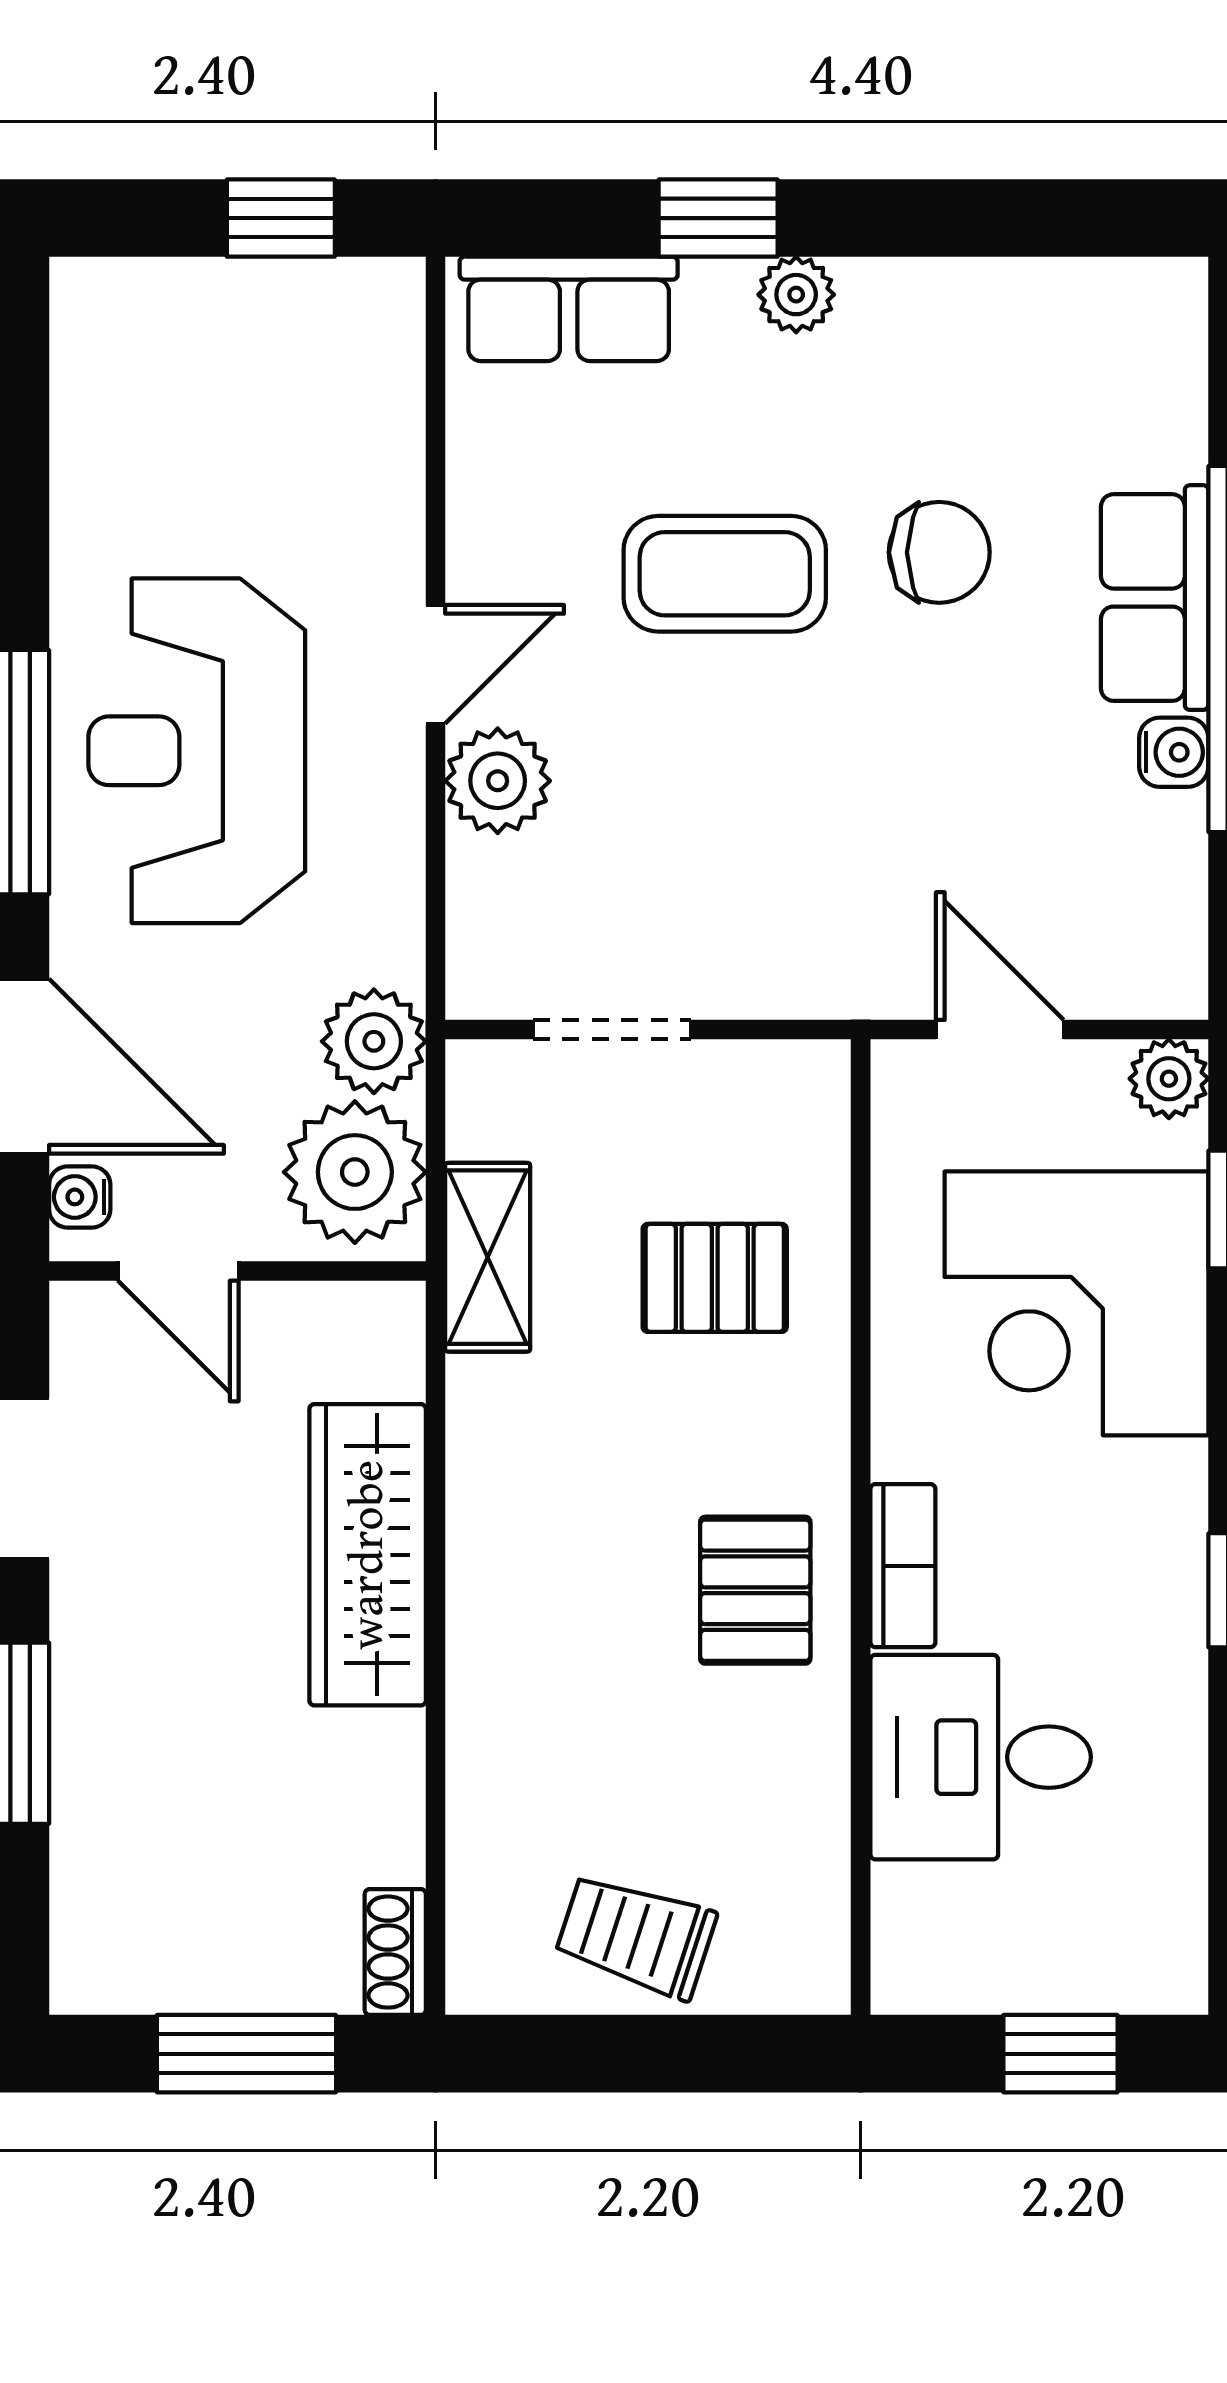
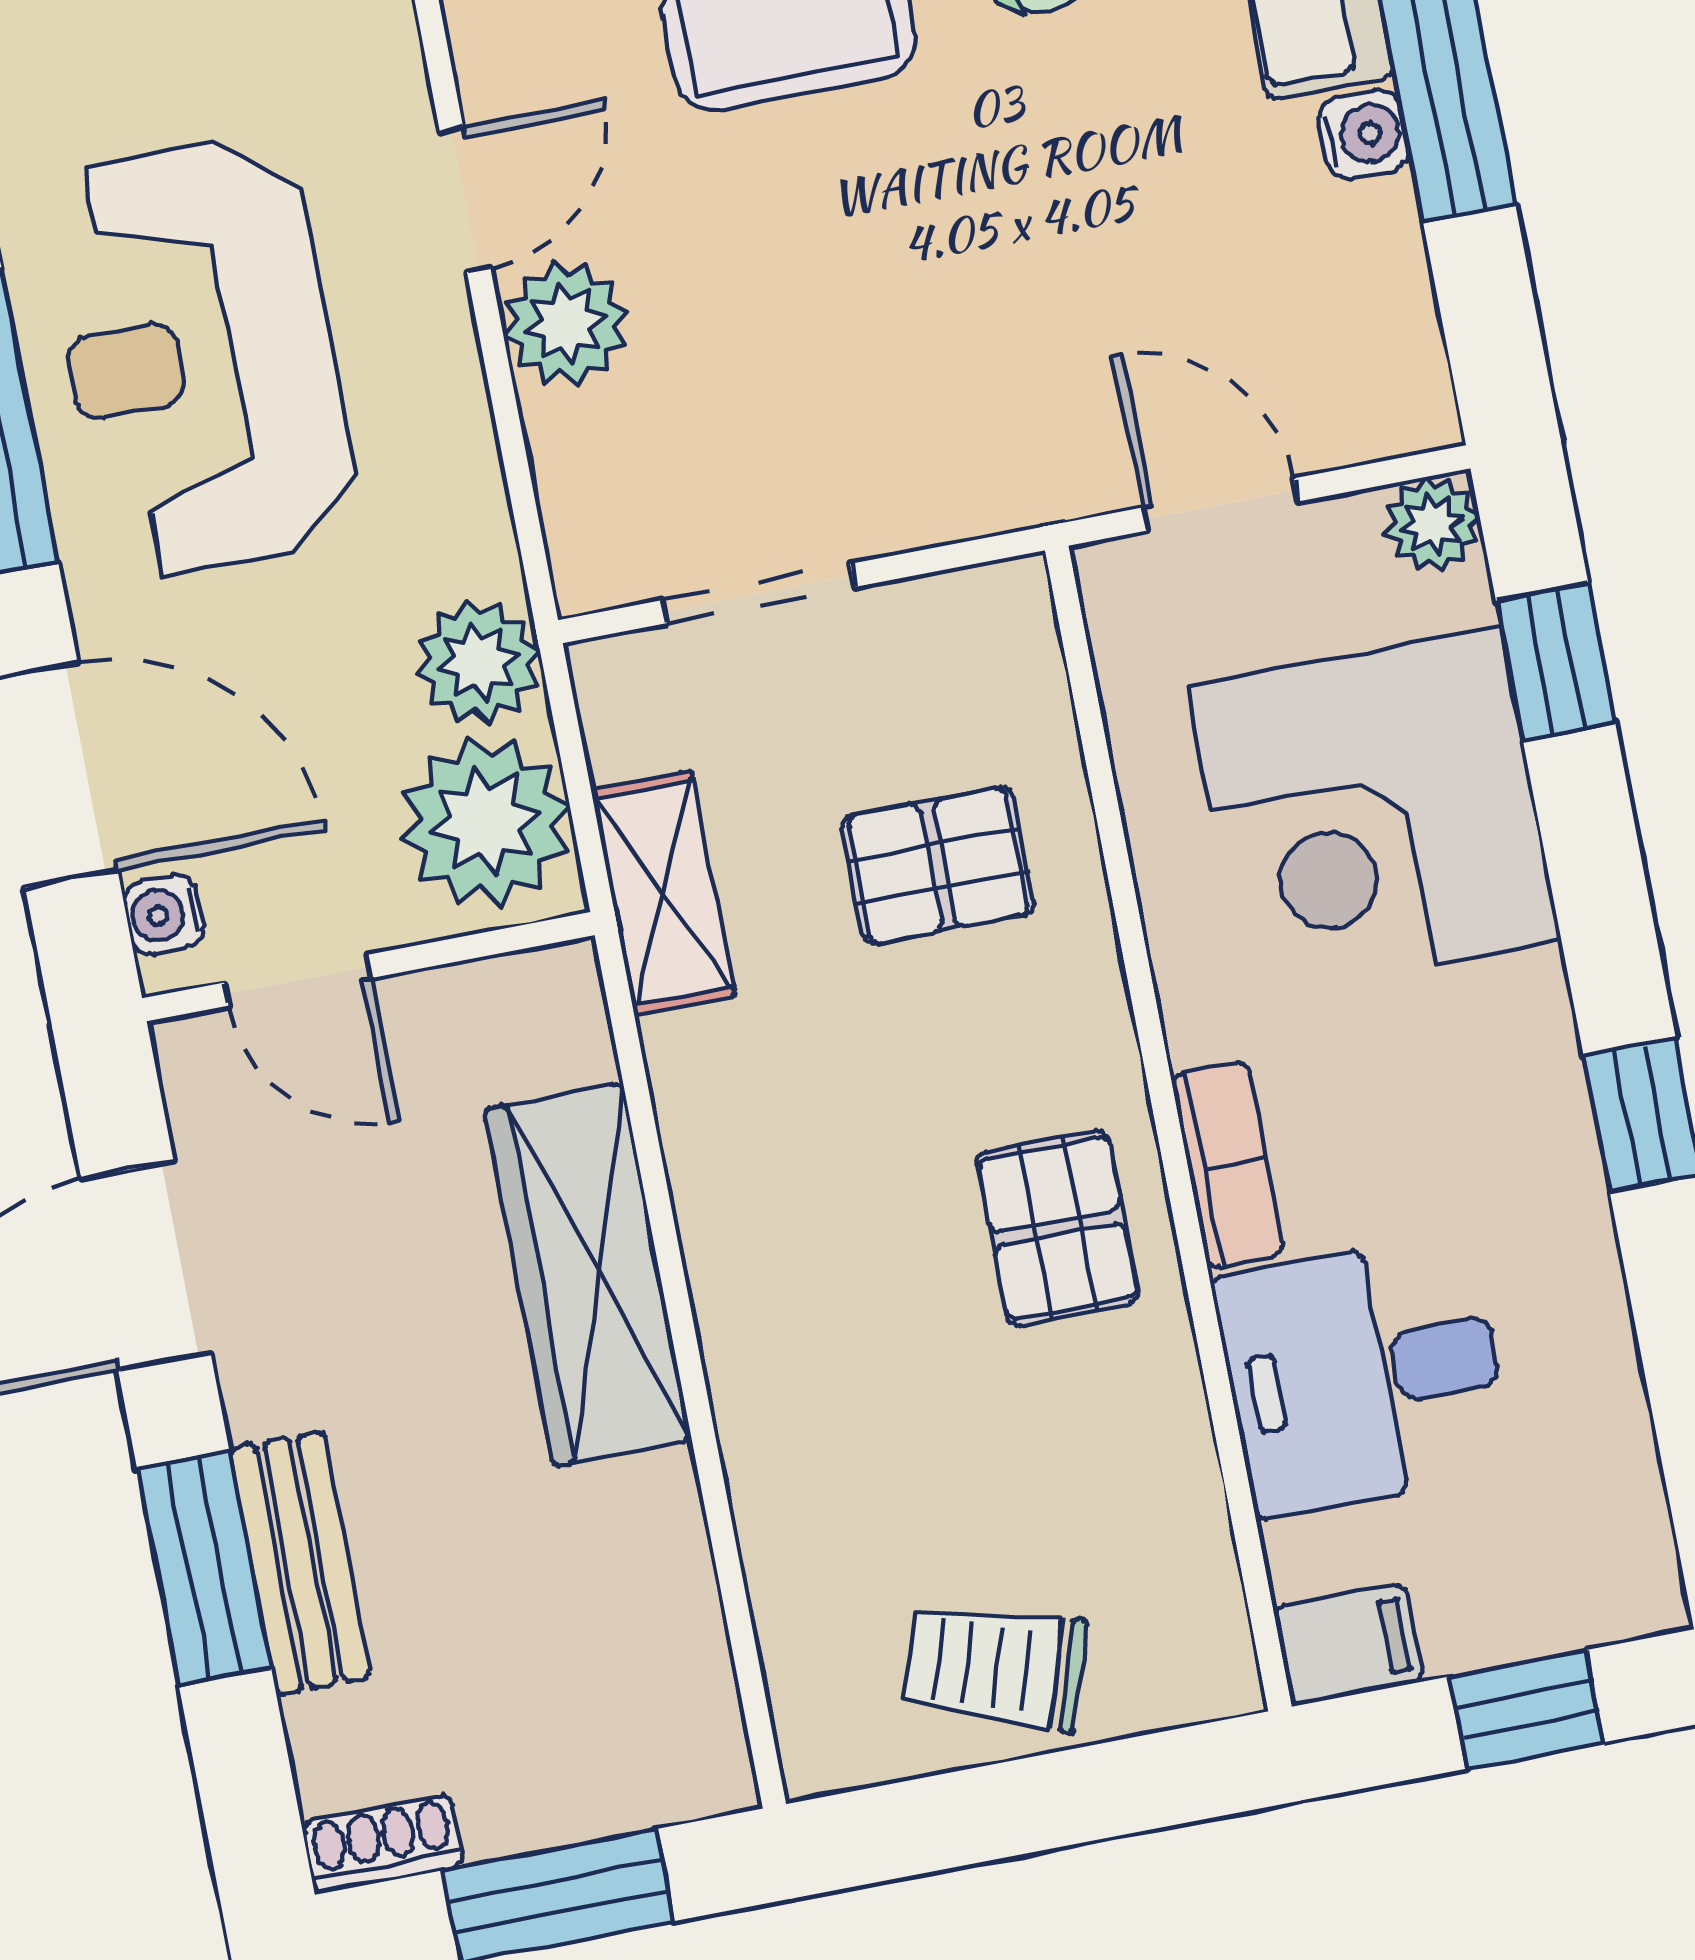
bench: (89, 1744) -> (300, 1563), added
shoe rack: (395, 1952) -> (383, 1844), moved, turned 90
filing cabinet: (926, 1973) -> (1348, 1645), added

